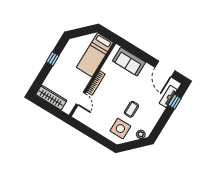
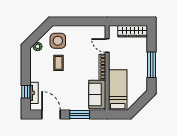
window: (140, 54) -> (80, 114), added
window: (53, 59) -> (152, 65), width x2.17
sofa: (129, 62) -> (97, 94), moved, turned -90

